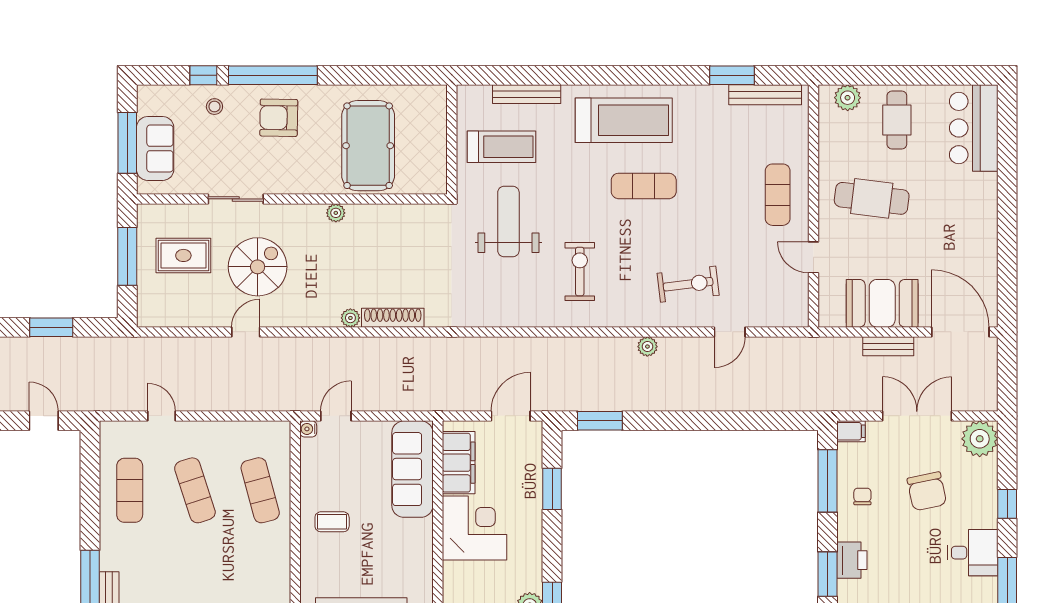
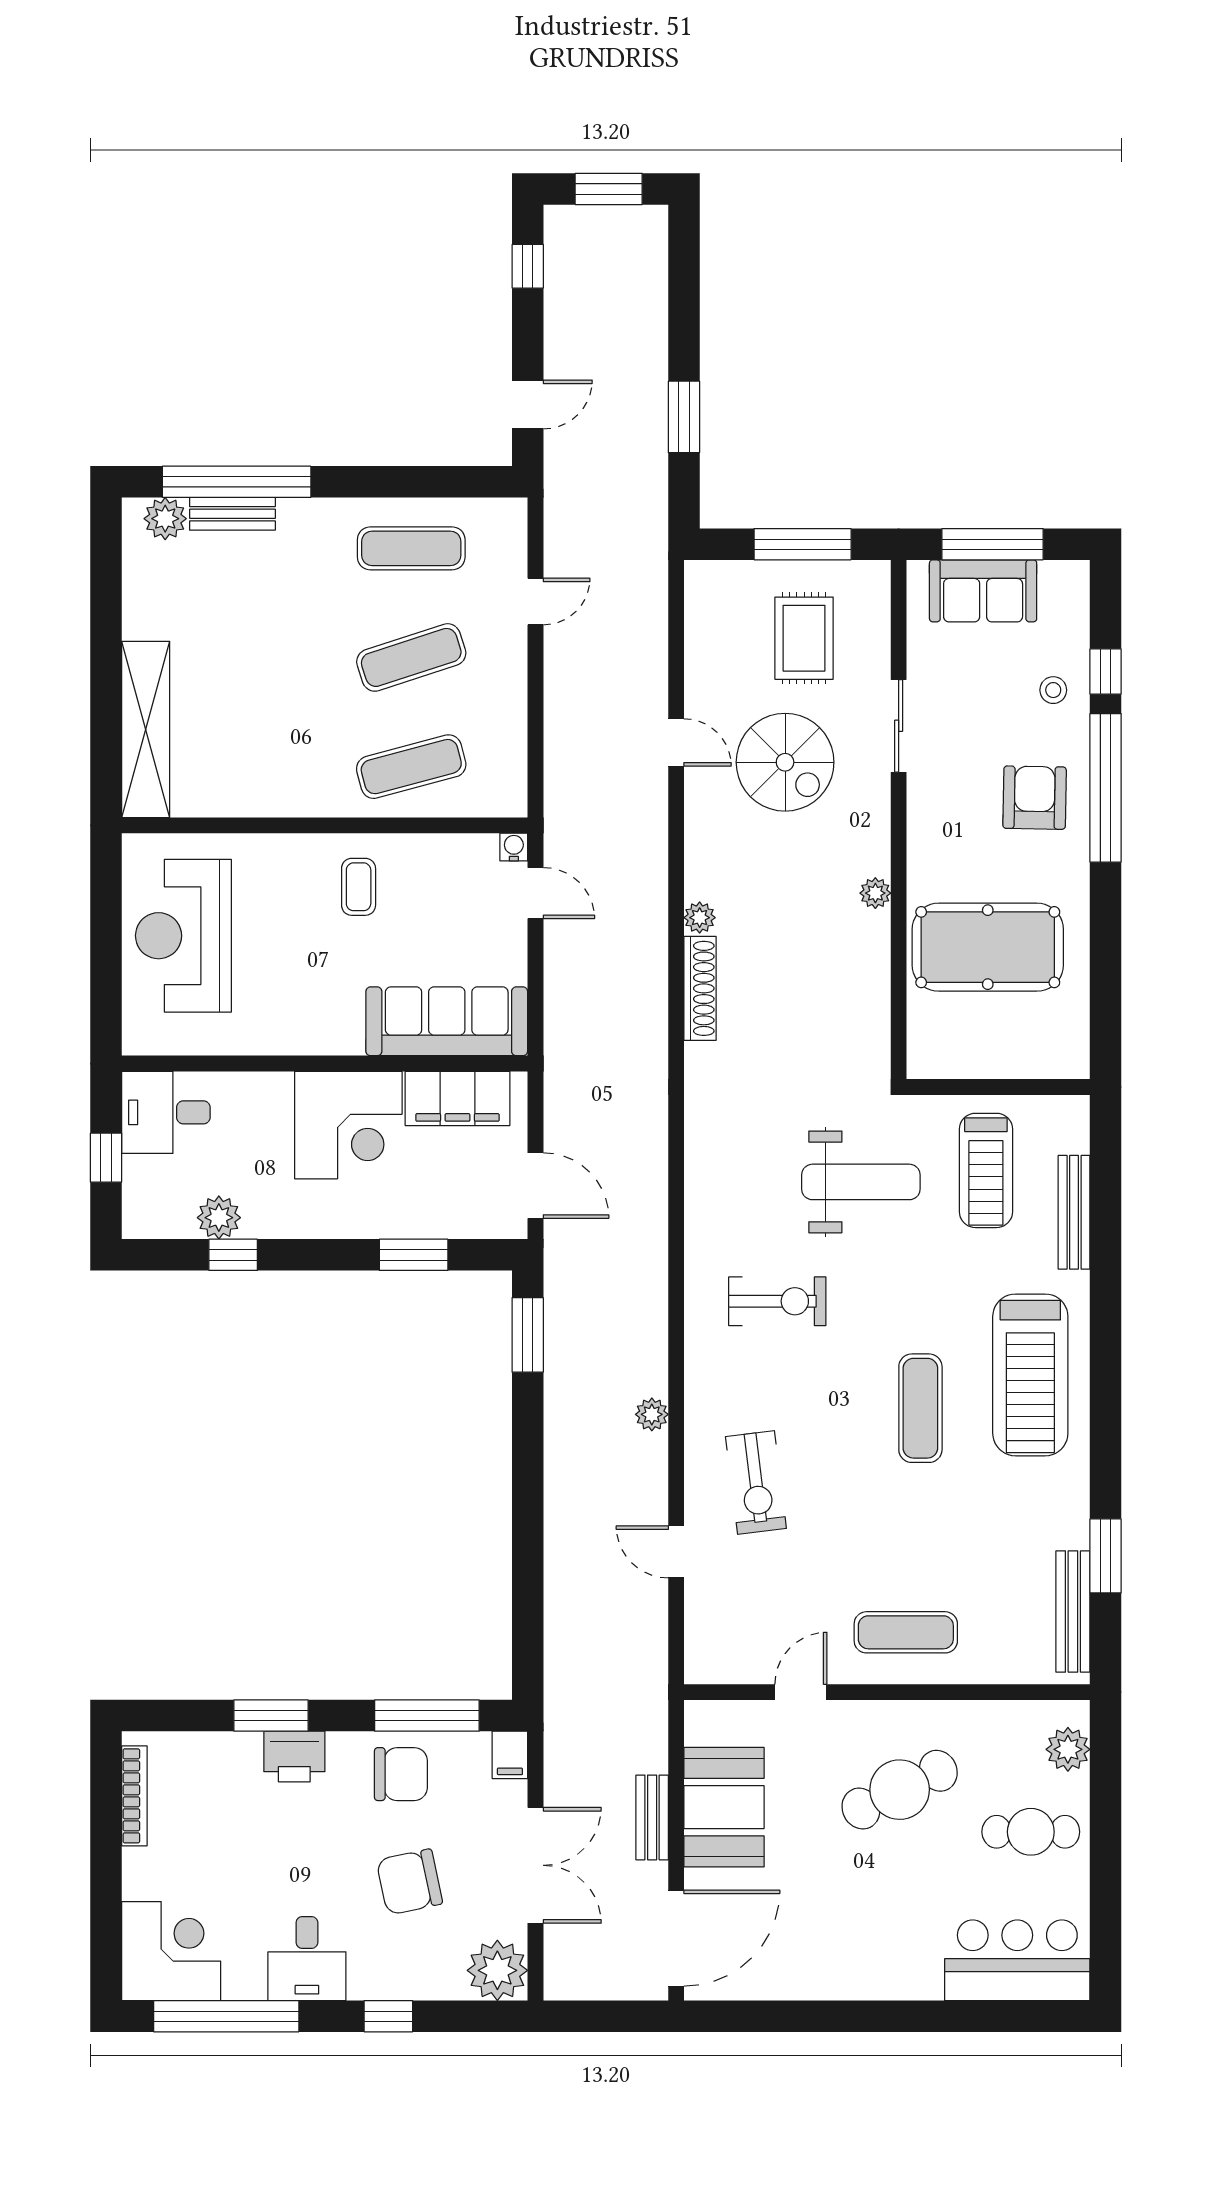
cafe table: (872, 198) -> (900, 1790), turned 57
chair: (862, 496) -> (401, 1774), width x1.87, depth x1.87

